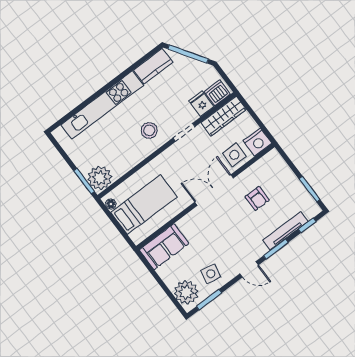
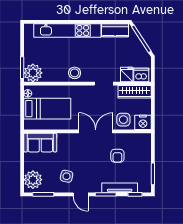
stool: (149, 130) -> (75, 73), moved
side table: (211, 274) -> (67, 176), moved

